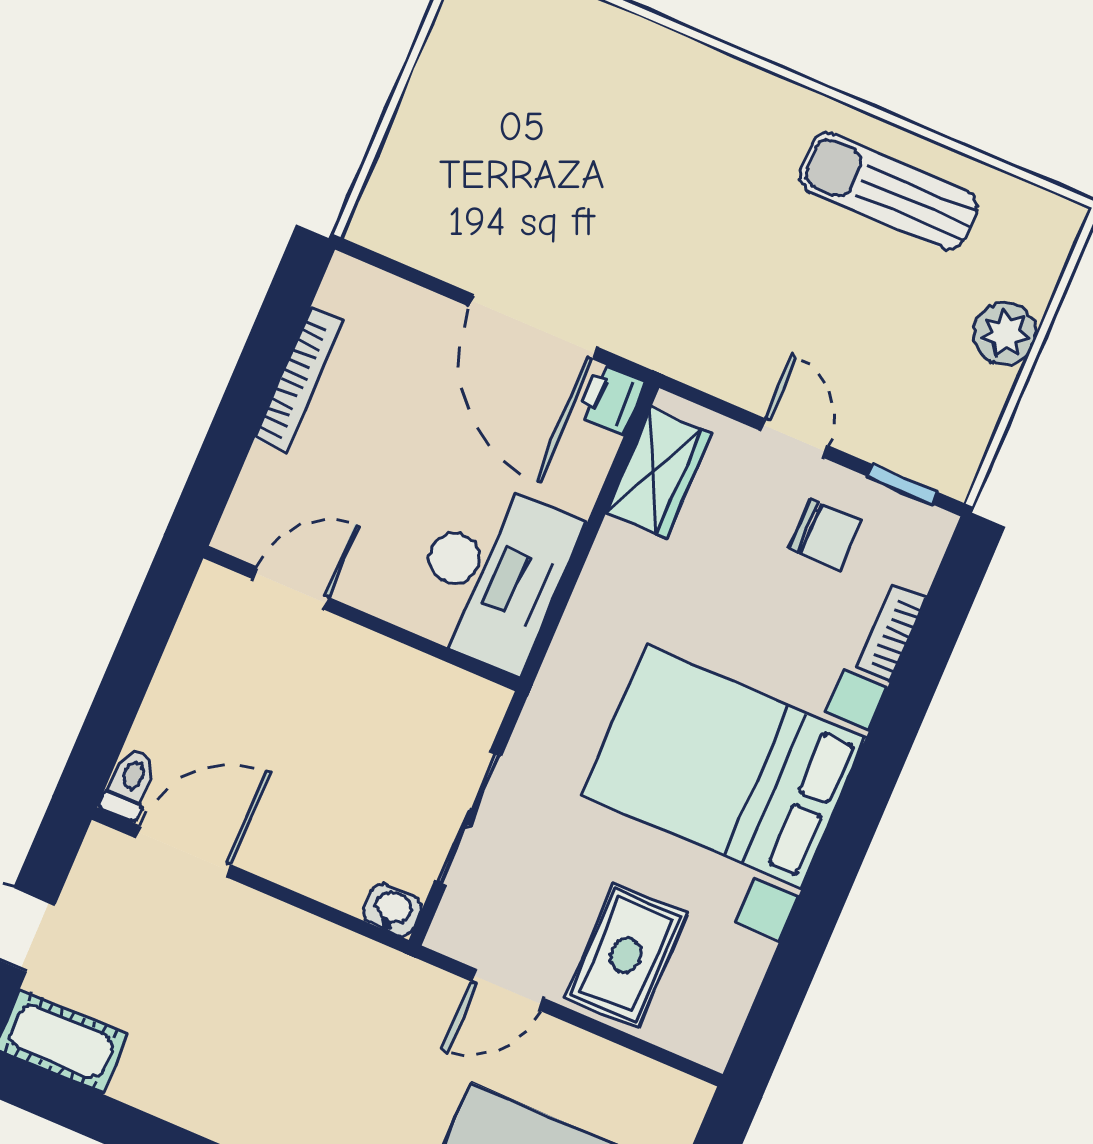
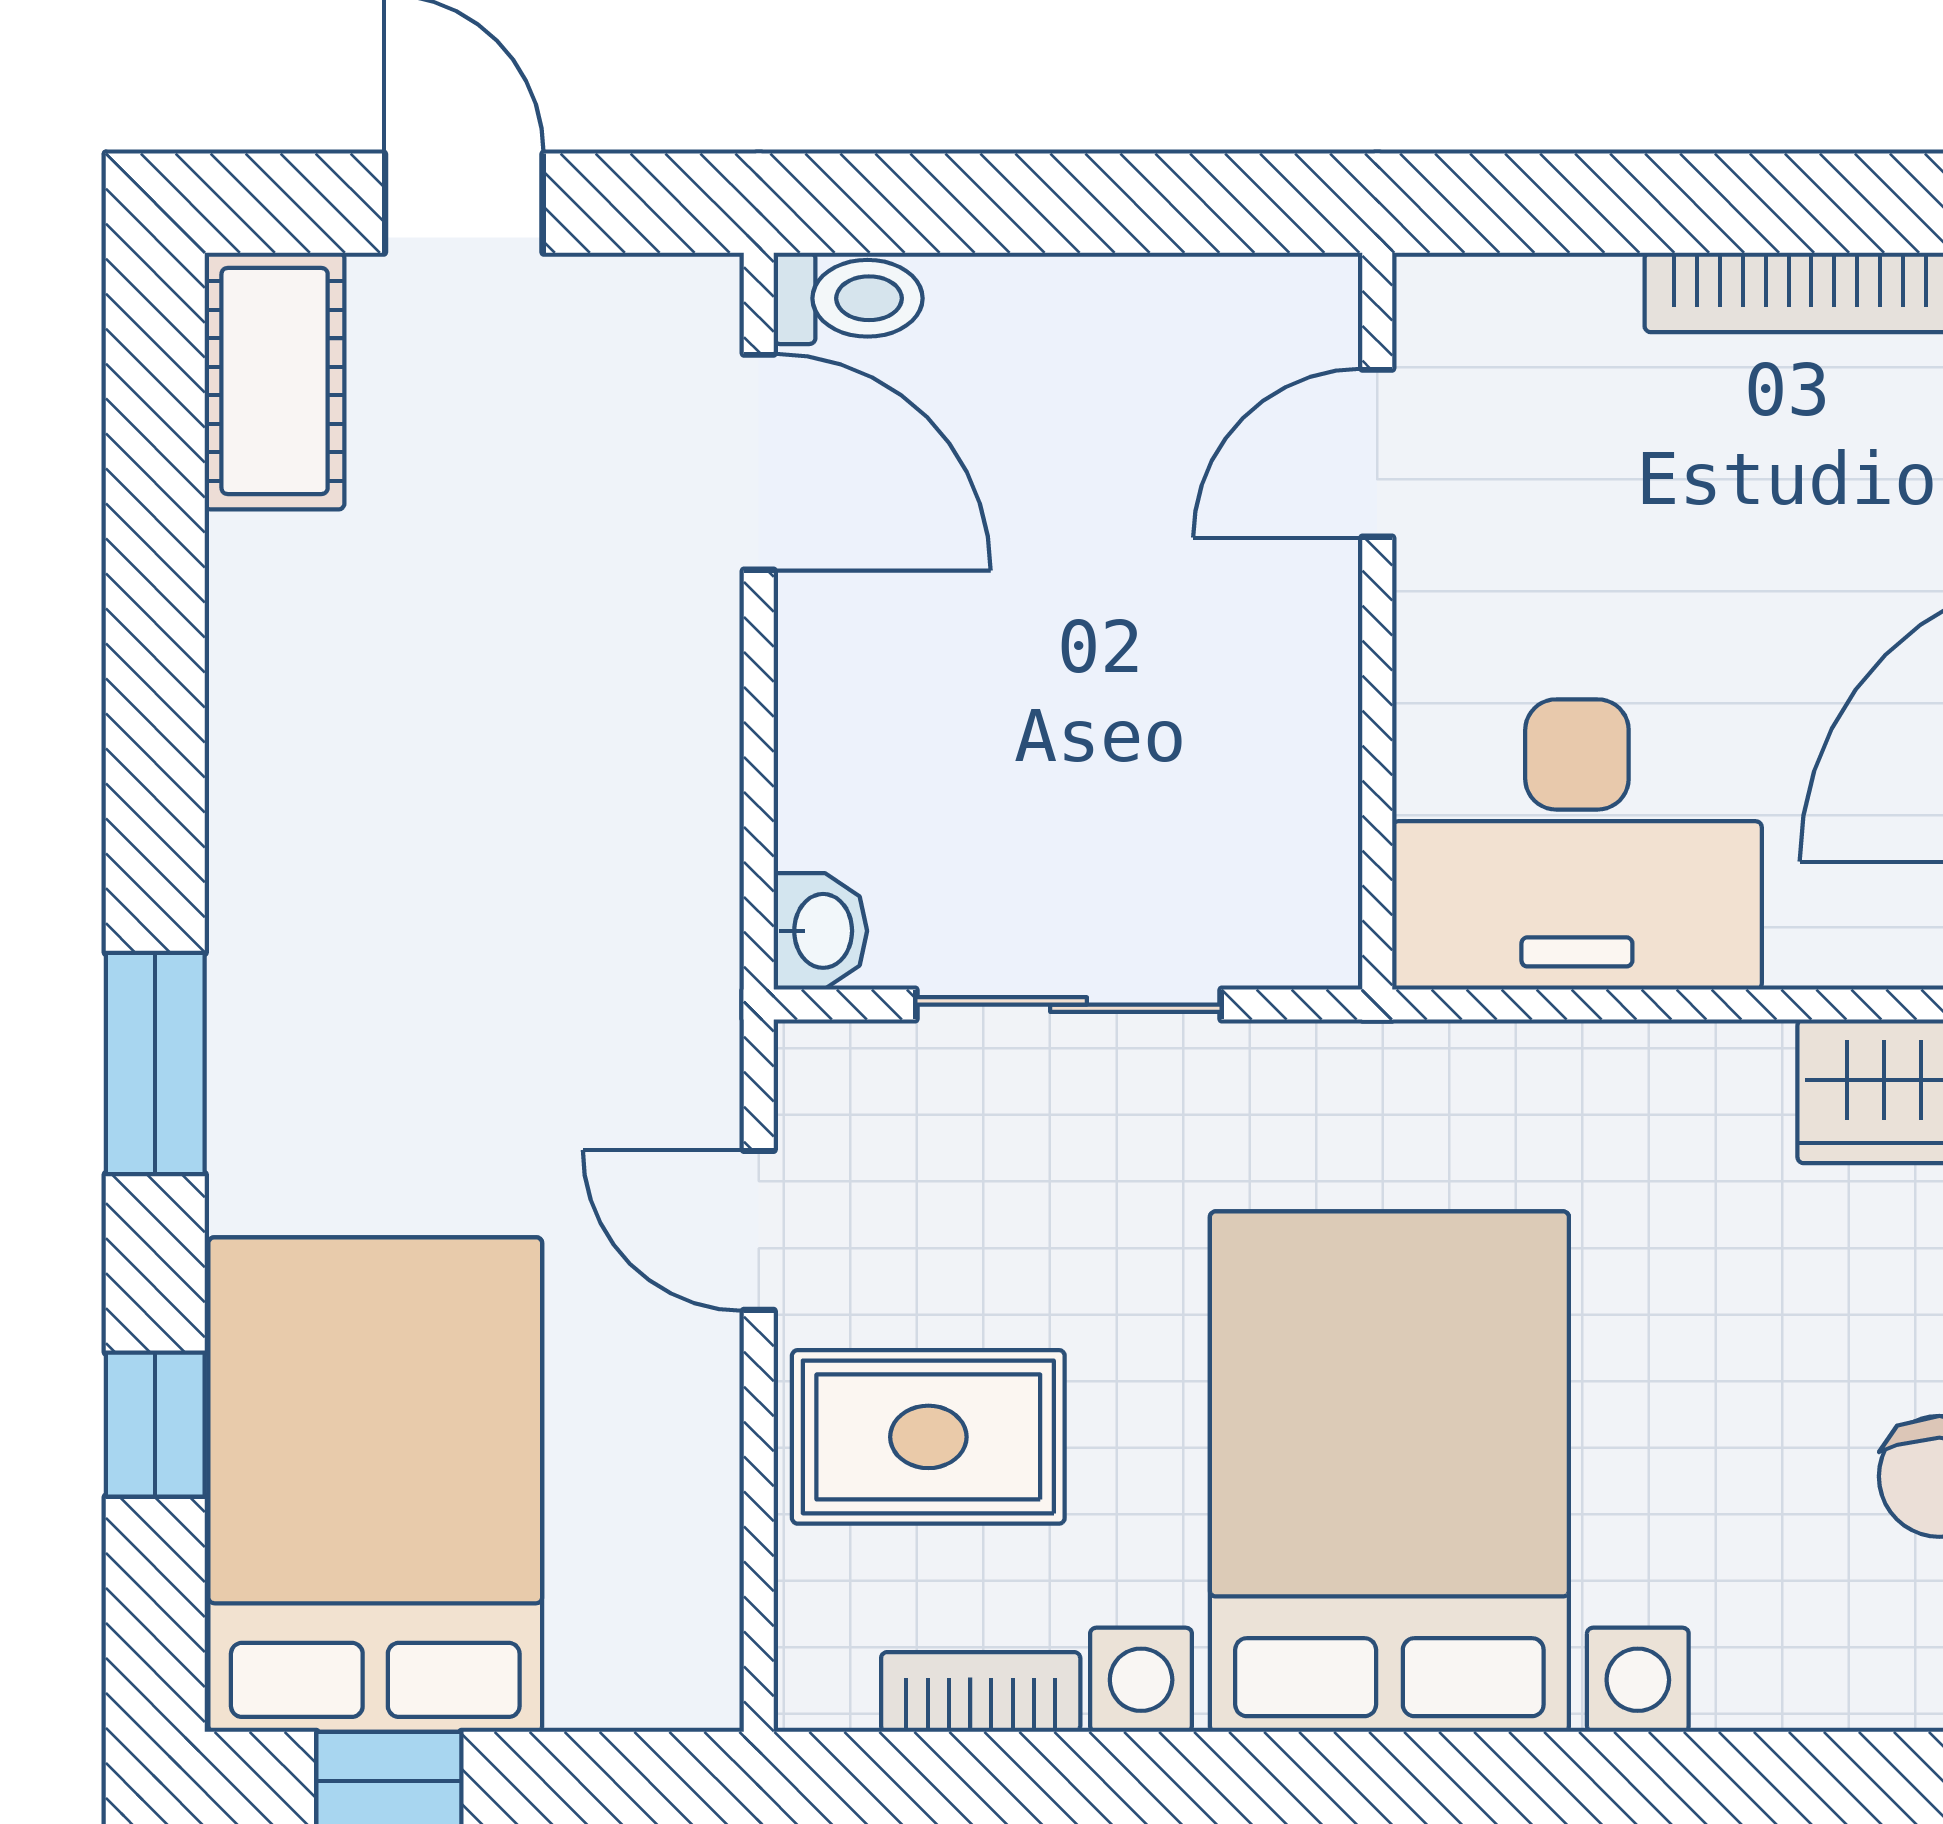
door: (291, 588) -> (1377, 453), swing flipped
bookcase: (891, 634) -> (981, 1692), moved

